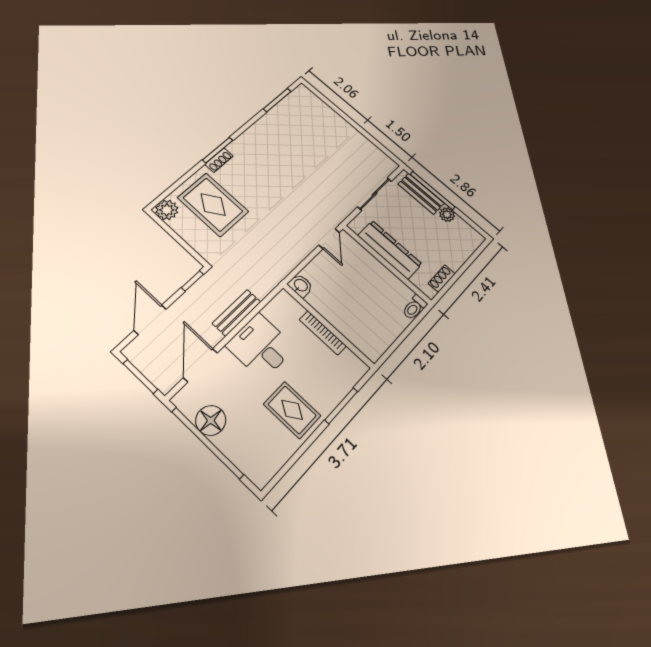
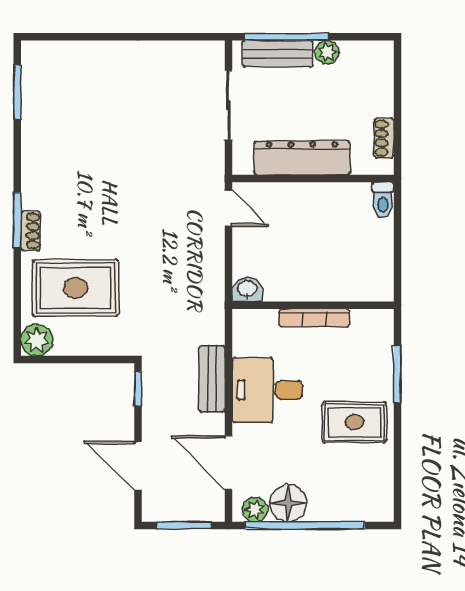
plant: (188, 406) -> (255, 510), added

